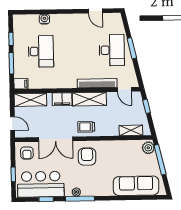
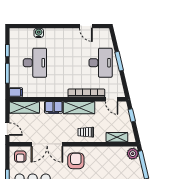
trolley: (86, 127) -> (86, 132), moved

